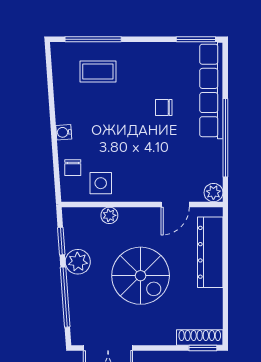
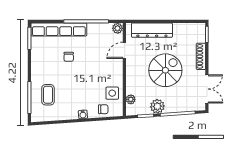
door: (175, 204) -> (124, 50), swing flipped
plant: (109, 215) -> (131, 99), moved
shoe rack: (200, 337) -> (201, 56), moved

